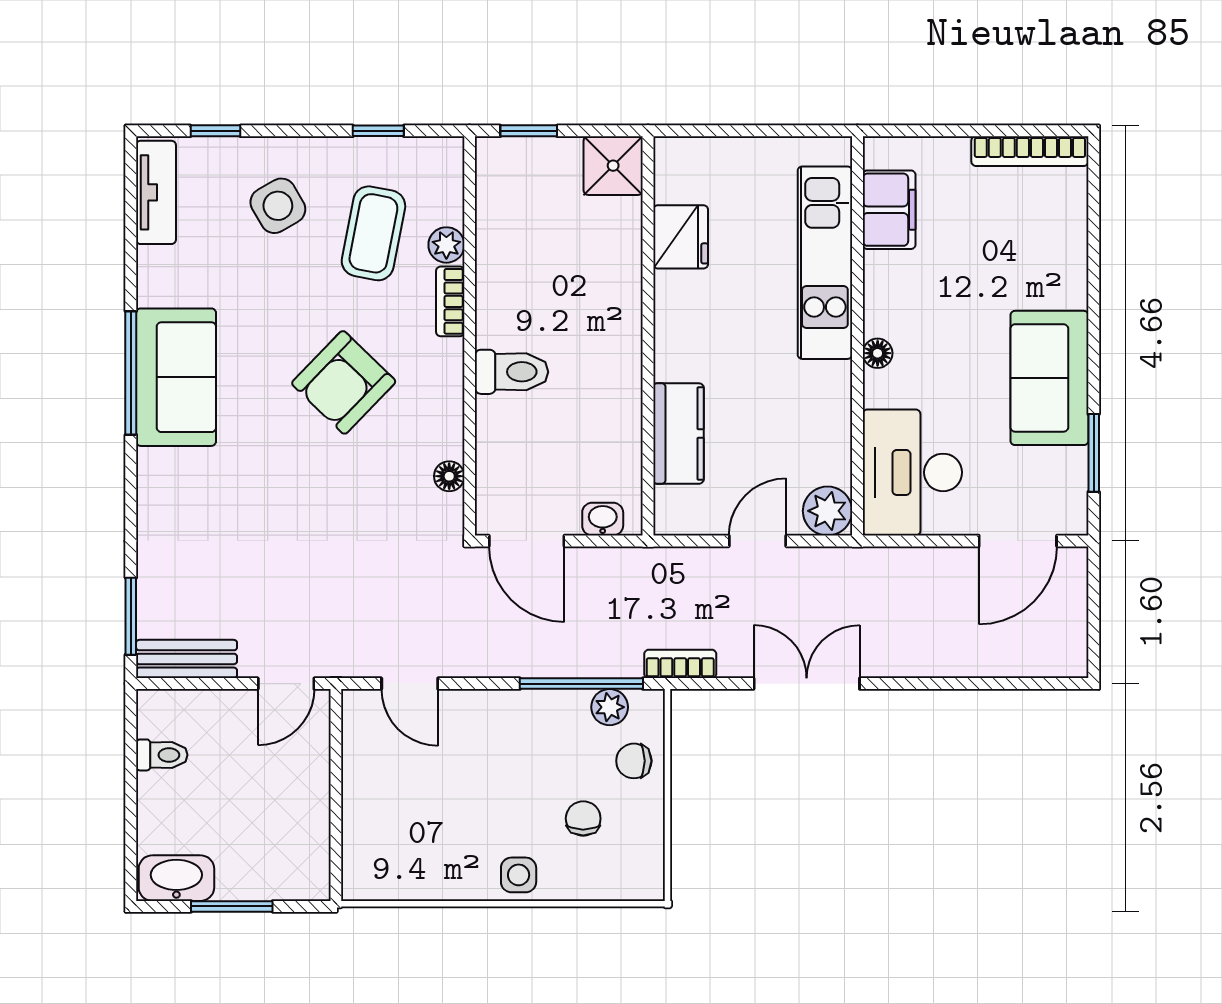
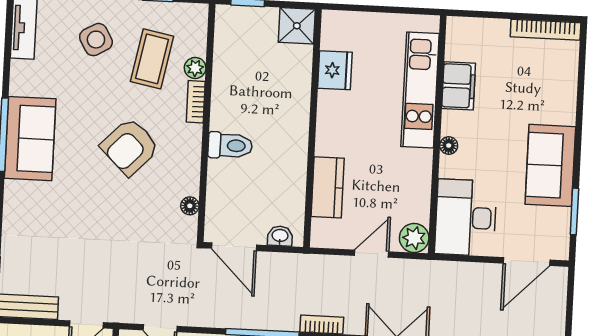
filing cabinet: (889, 210) -> (459, 86), moved

